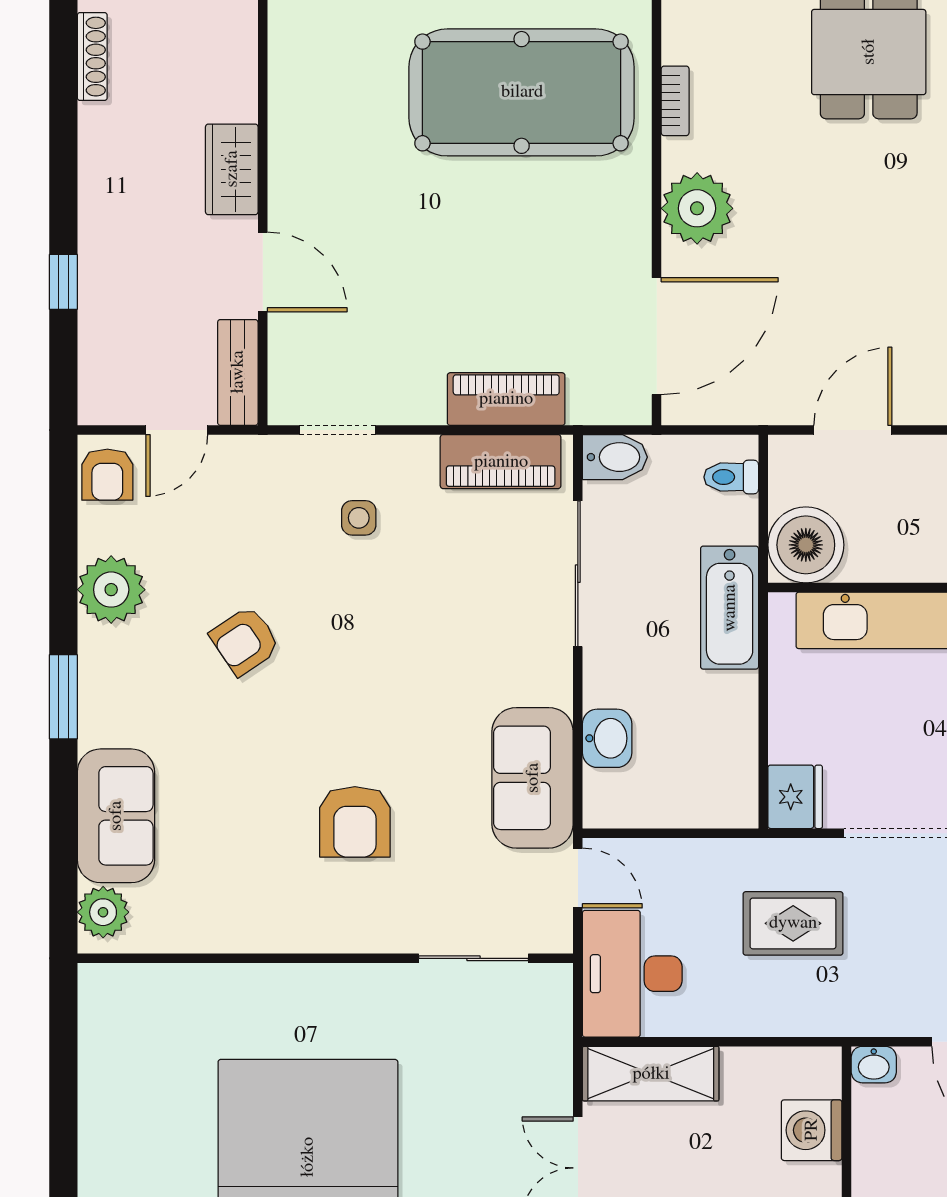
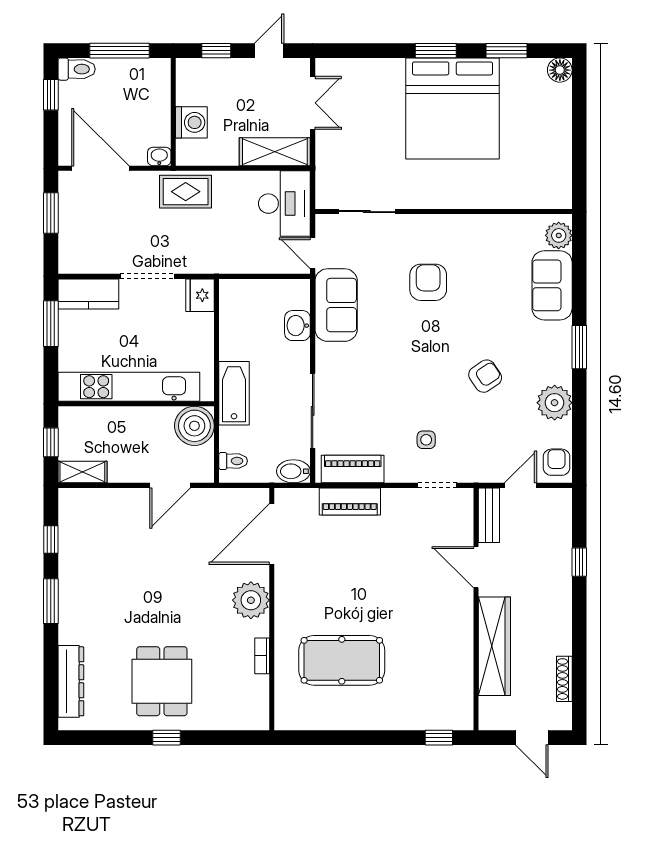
pool table: (522, 92) -> (342, 660), width x0.73, depth x0.76
wardrobe: (232, 169) -> (494, 646), width x2.10, depth x1.17
rug: (793, 923) -> (186, 192), moved

